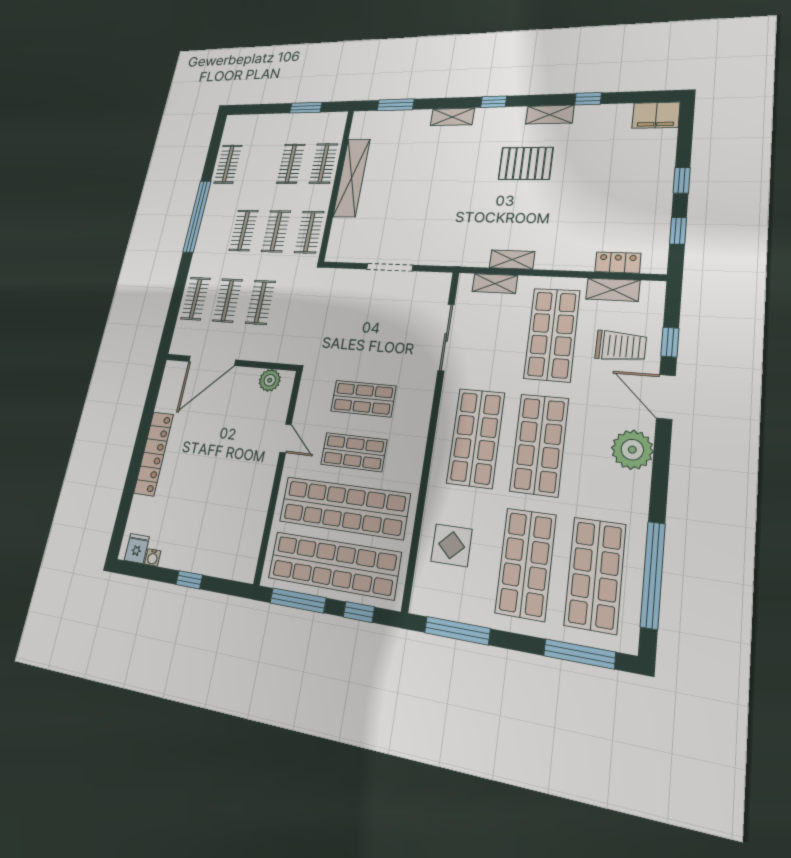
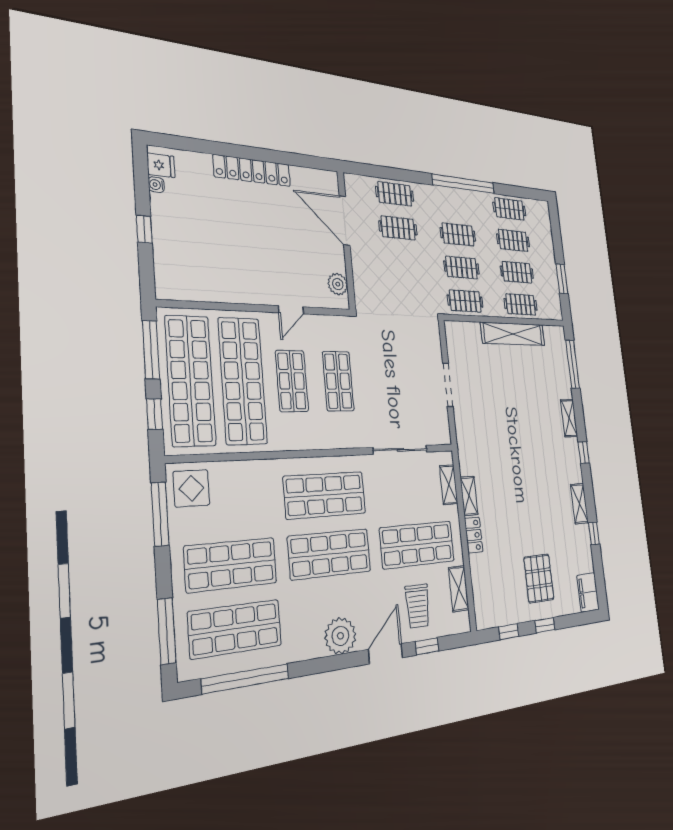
window: (396, 105) -> (573, 364), width x1.44
pallet: (526, 163) -> (539, 578), moved
locker: (618, 263) -> (474, 535), moved
clothes rail: (260, 302) -> (513, 240), moved
display table: (452, 545) -> (191, 488), moved

